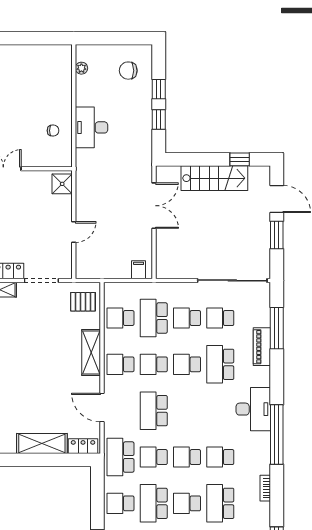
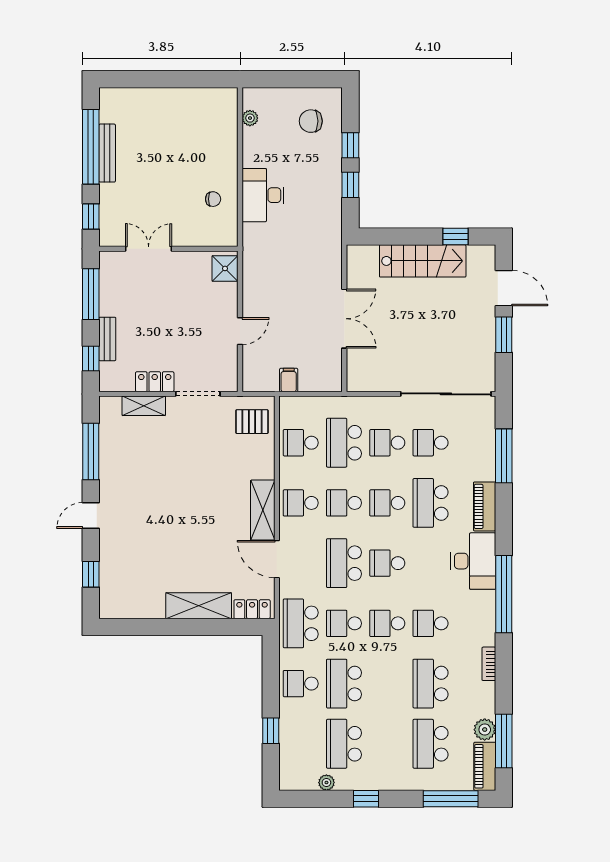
double door: (154, 206) -> (344, 319), moved
filing cabinet: (139, 270) -> (289, 380), moved
piano: (262, 347) -> (485, 506), moved
shelving: (91, 352) -> (263, 510), moved
school desk: (187, 503) -> (387, 563), moved

